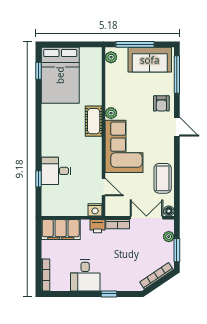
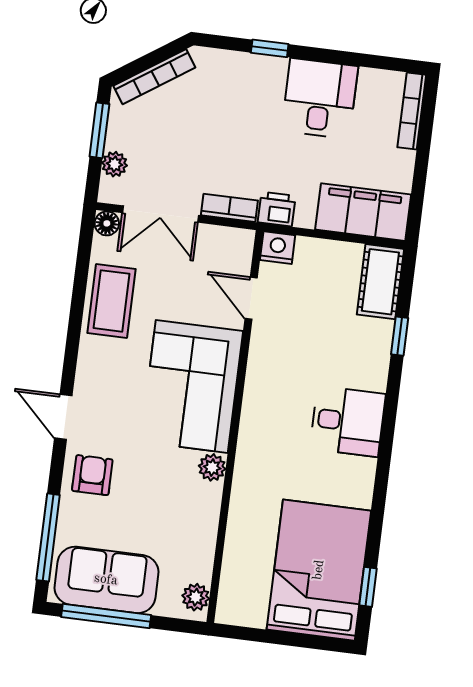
window: (135, 44) -> (106, 616), moved
cot: (94, 121) -> (380, 282), moved
desk: (56, 171) -> (348, 421), moved

